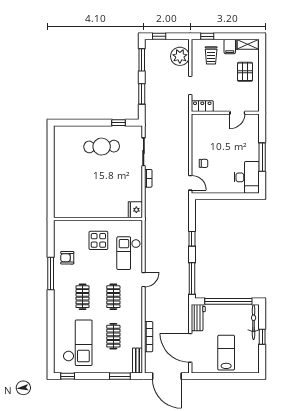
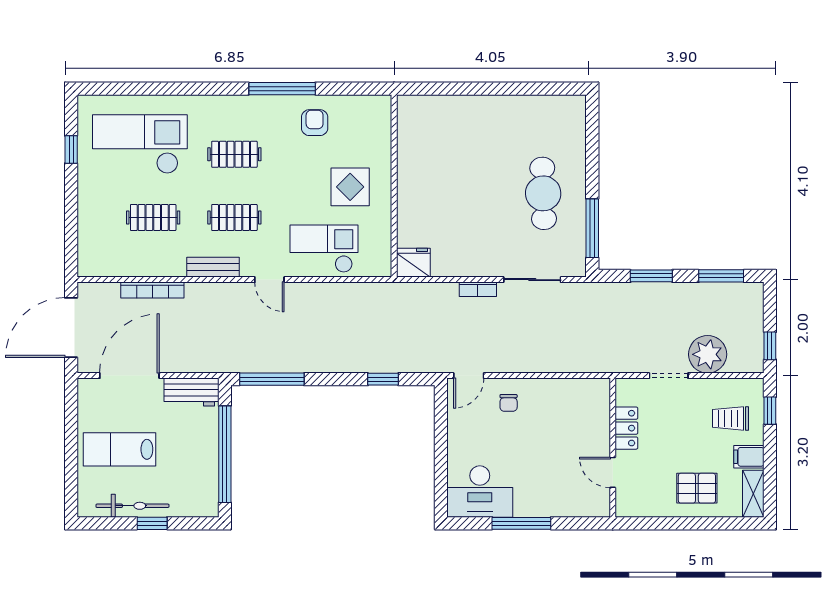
window: (159, 36) -> (770, 346), moved
plant: (180, 56) -> (708, 354), moved
locker: (202, 106) -> (626, 428), moved
window: (119, 123) -> (592, 228), width x2.17
window: (192, 239) -> (383, 379), moved
bicycle: (254, 322) -> (132, 506), moved
checkout: (78, 343) -> (140, 144), turned 180
lab bench: (226, 353) -> (120, 449), turned 180
bench: (137, 361) -> (213, 267), moved
window: (68, 376) -> (71, 150), moved
window: (120, 376) -> (71, 231), removed

